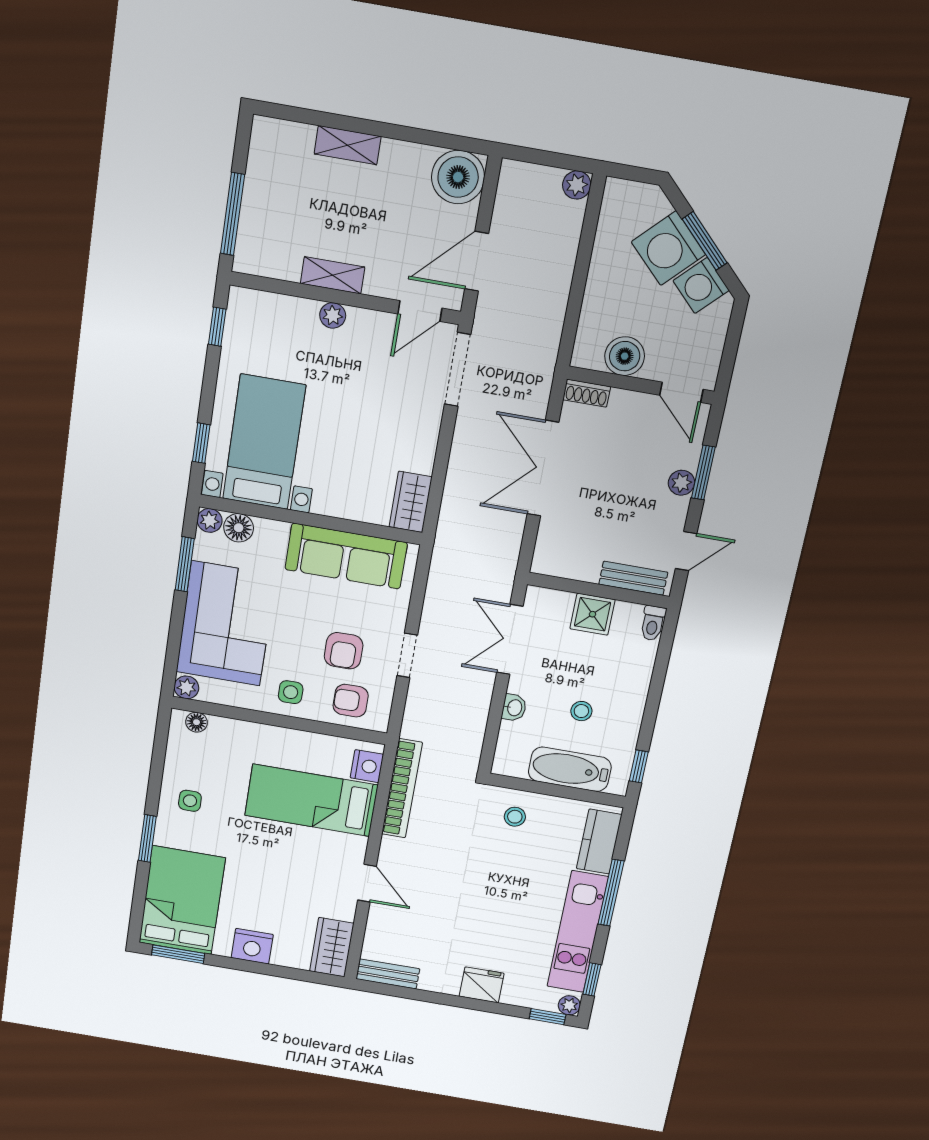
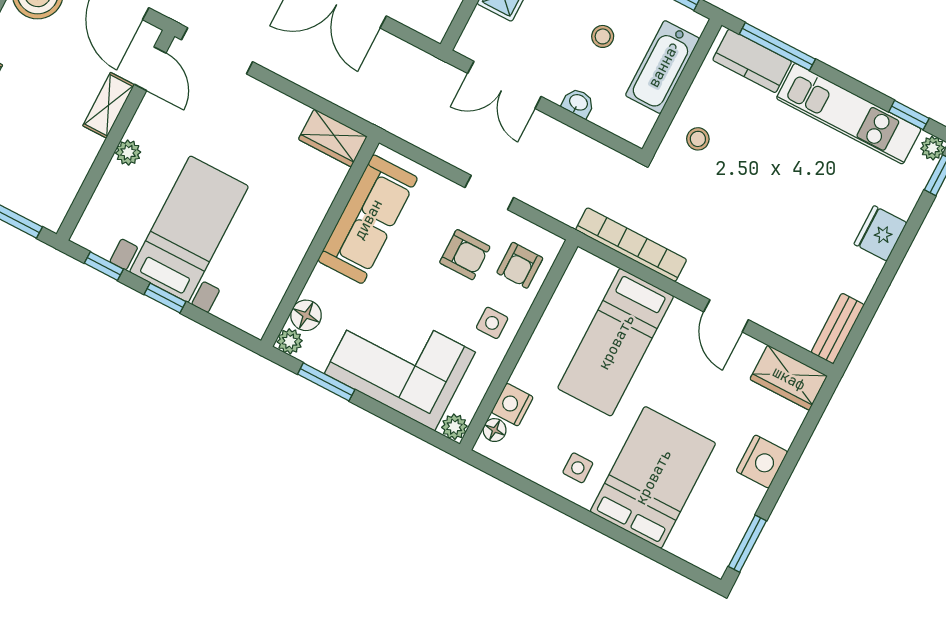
shelving: (333, 275) -> (109, 105), moved
bed with nightstands: (264, 442) -> (189, 229), moved, turned 90
window: (201, 443) -> (165, 298), moved
nightstand: (367, 766) -> (512, 405), moved, turned -90
window: (147, 838) -> (606, 528), removed
door: (367, 883) -> (726, 316), swing flipped
window: (611, 893) -> (777, 47), moved
bed: (182, 900) -> (653, 477), moved, turned 90

